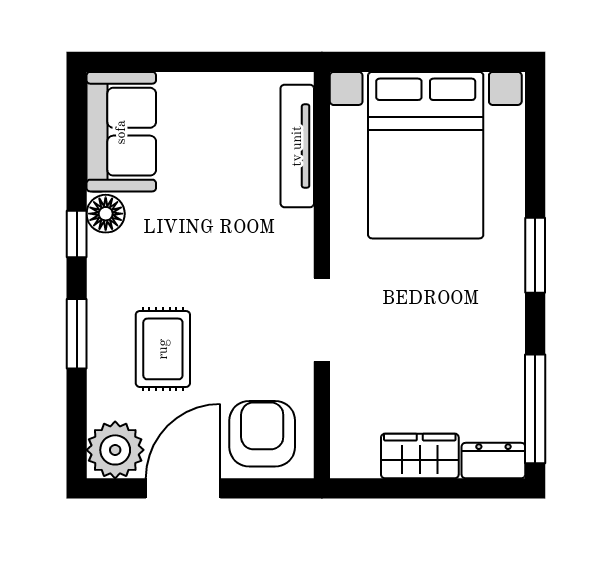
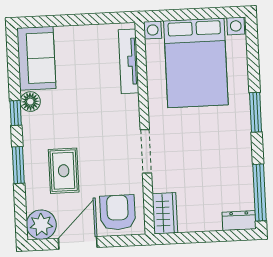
wardrobe: (420, 456) -> (165, 213), moved, turned 90

